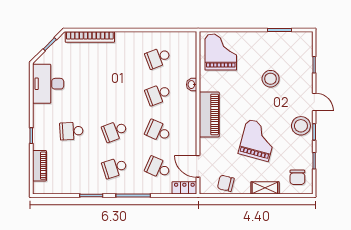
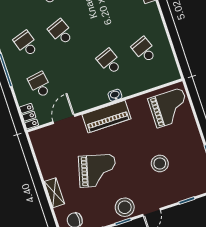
washbasin: (192, 85) -> (115, 95), moved
school desk: (158, 131) -> (75, 73), removed
door: (198, 166) -> (64, 119), moved
school desk: (158, 168) -> (40, 85), turned -33
chair: (226, 183) -> (46, 154), removed

